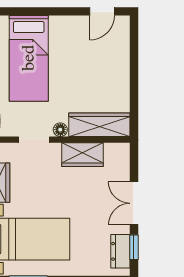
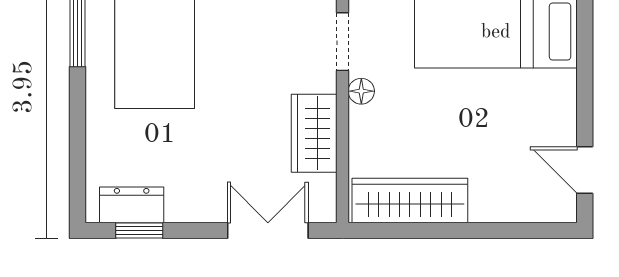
wardrobe: (99, 125) -> (410, 200), moved, turned -90
double door: (134, 203) -> (268, 230), moved

